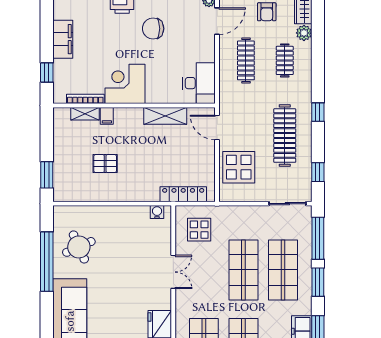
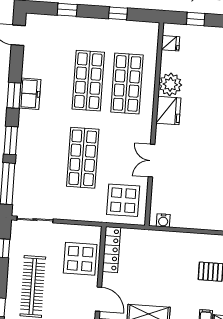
locker: (183, 194) -> (111, 250), moved, turned -90
display table: (199, 230) -> (123, 200), width x1.36, depth x1.36
shop shelf: (283, 270) -> (44, 155), removed

